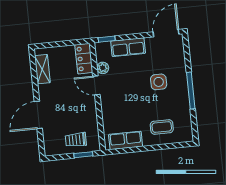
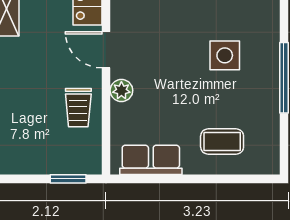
plant: (103, 68) -> (121, 90), moved
trolley: (76, 140) -> (78, 108), moved, turned -90

